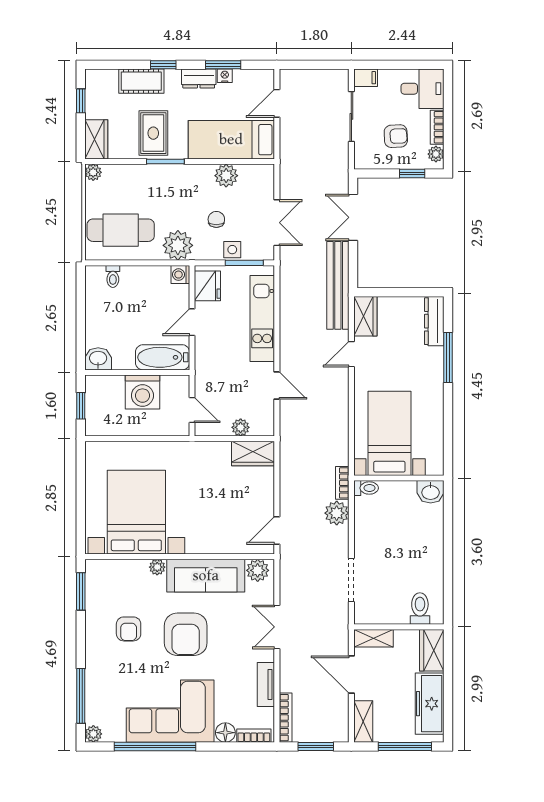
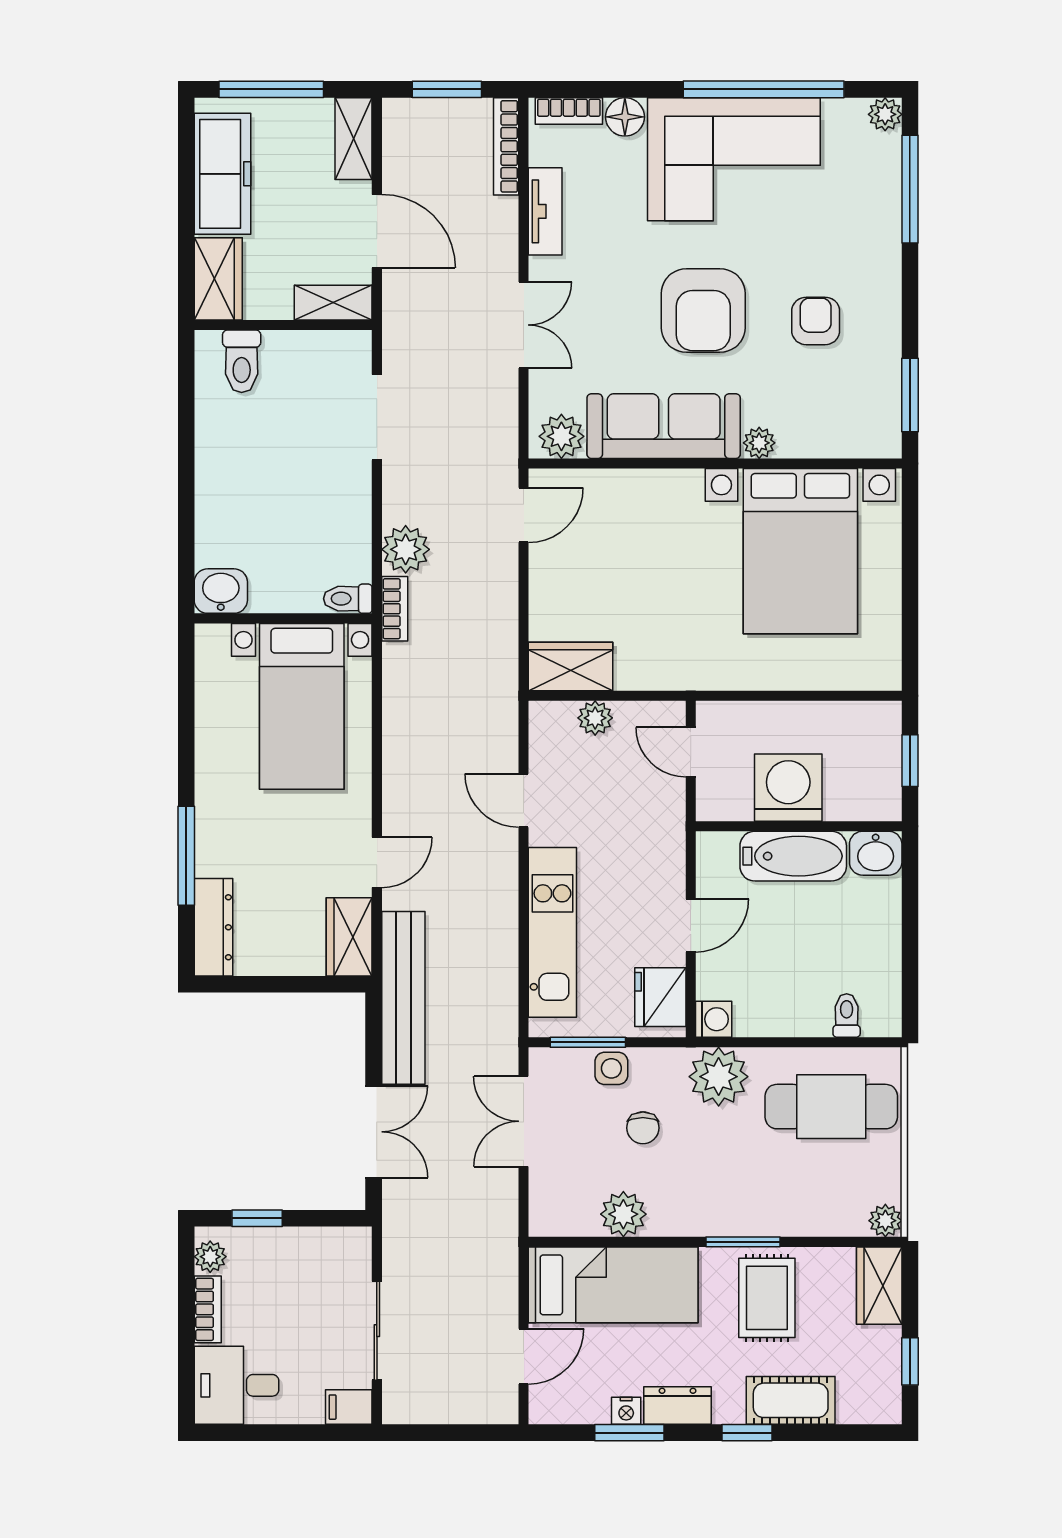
armchair: (396, 136) -> (289, 1292), removed
bathtub: (163, 357) -> (793, 856), moved
armchair: (186, 634) -> (703, 311), turned 180

